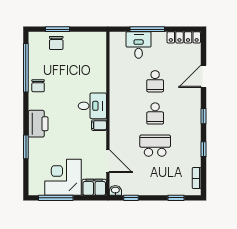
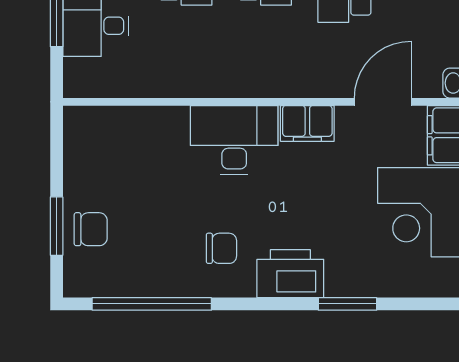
chair: (38, 86) -> (221, 248), moved
desk: (92, 106) -> (234, 140), width x1.37
filing cabinet: (99, 125) -> (307, 123), width x2.00

